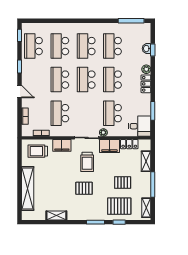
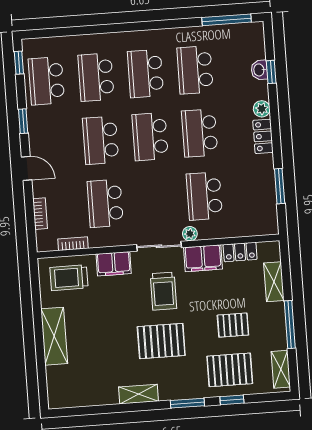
desk: (140, 126) -> (257, 217), removed
pallet: (84, 188) -> (161, 341), width x1.50, depth x1.42
shelving: (28, 189) -> (54, 336), width x0.68
shelving: (56, 215) -> (138, 394), moved

